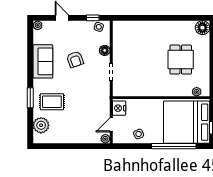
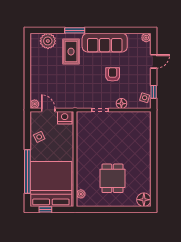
armchair: (75, 59) -> (113, 74), turned 109
dining table: (181, 60) -> (112, 178), turned 90
sofa: (43, 61) -> (105, 43), width x1.36

